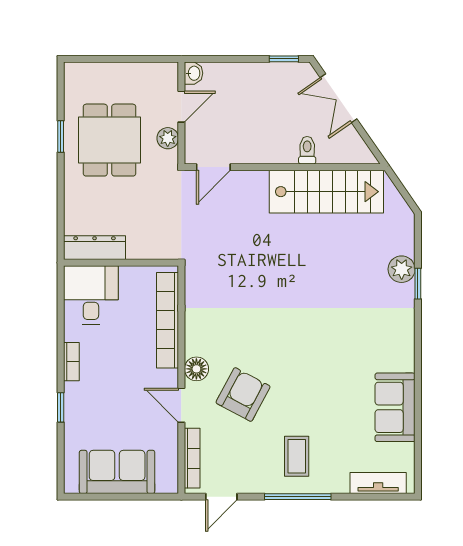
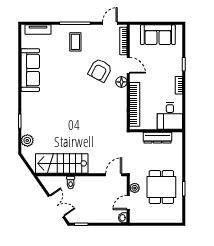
dresser: (95, 248) -> (157, 138), moved
plant: (402, 269) -> (27, 140), moved
sofa: (395, 407) -> (30, 70), width x1.36

